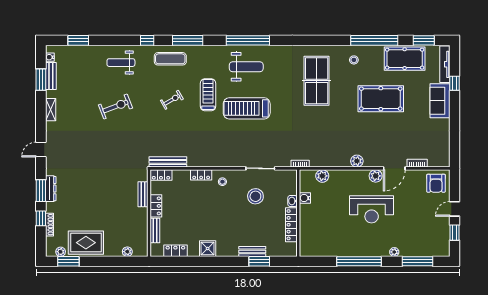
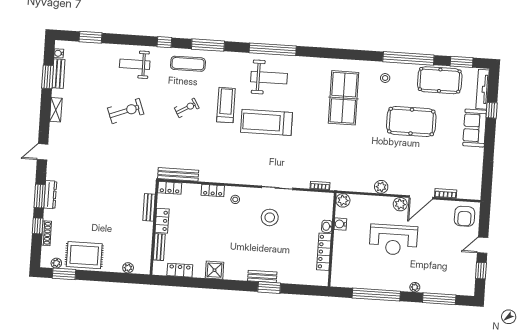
water cooler: (305, 198) -> (340, 224), moved
washbasin: (293, 201) -> (327, 226), moved
wall: (298, 213) -> (332, 240), moved
locker: (291, 225) -> (324, 252), moved

